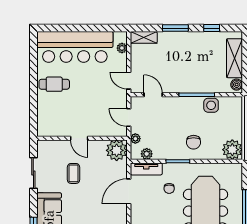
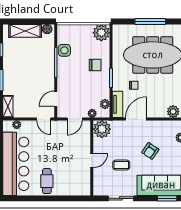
door: (129, 81) -> (44, 119), hinge flipped
door: (129, 191) -> (136, 119), swing flipped
armchair: (90, 208) -> (150, 151), added

